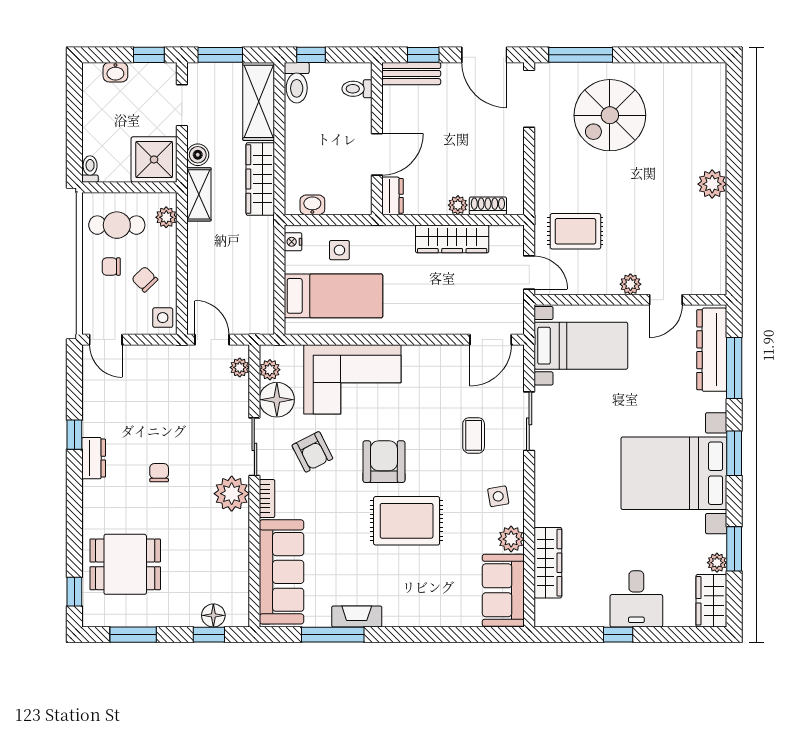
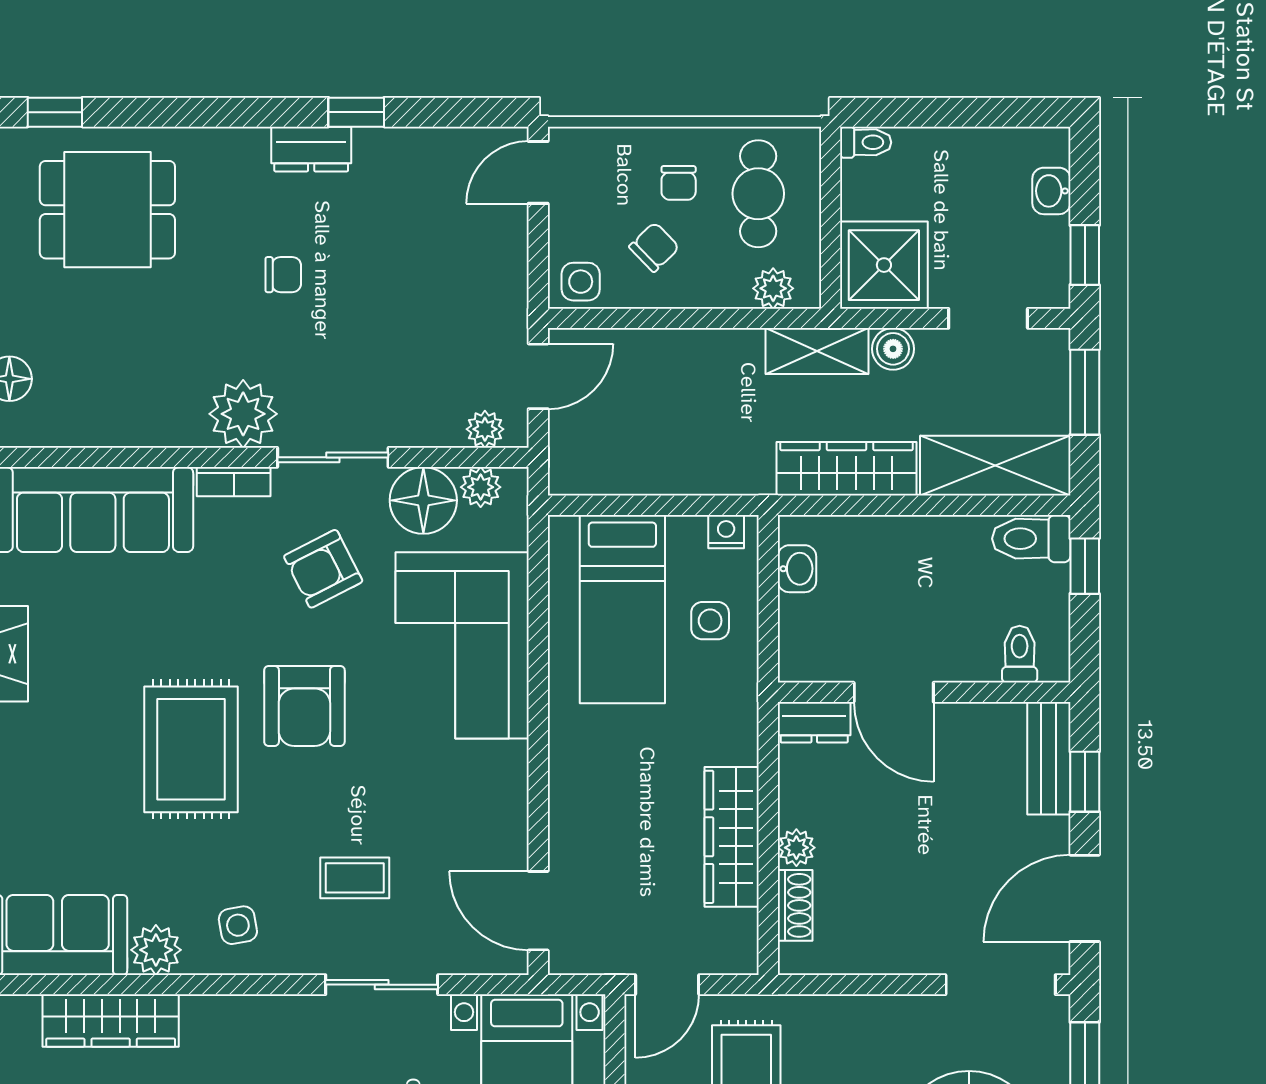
chair: (111, 267) -> (679, 183), turned 180
armchair: (384, 462) -> (304, 706), turned 90
dining table: (125, 564) -> (107, 210), turned 90

